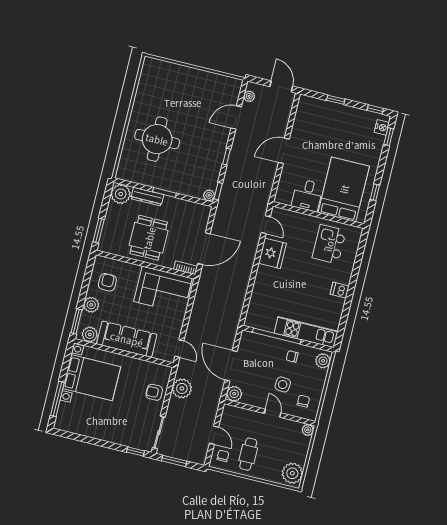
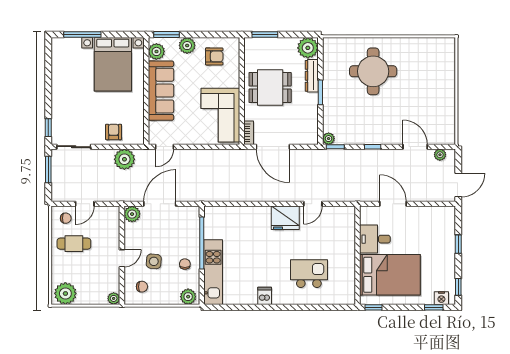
bed: (344, 189) -> (390, 275), moved
desk: (307, 195) -> (375, 239), moved
wall: (318, 215) -> (358, 255), moved

